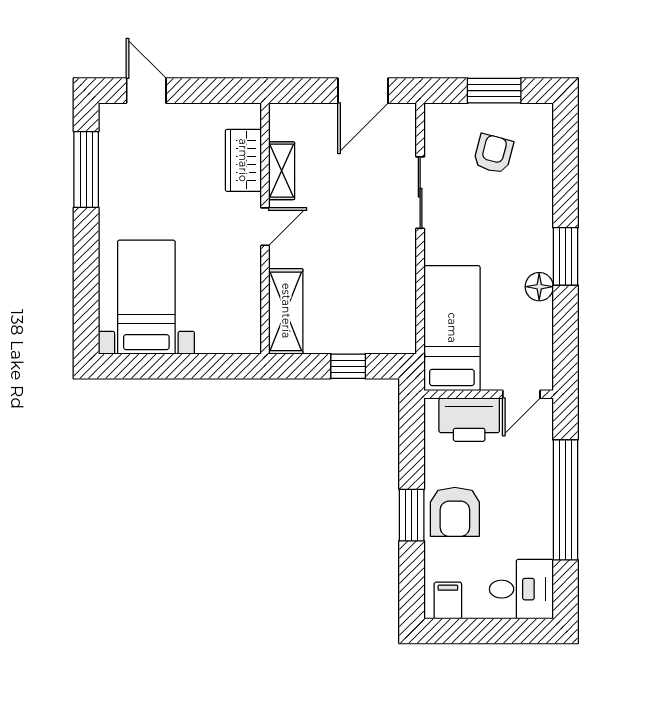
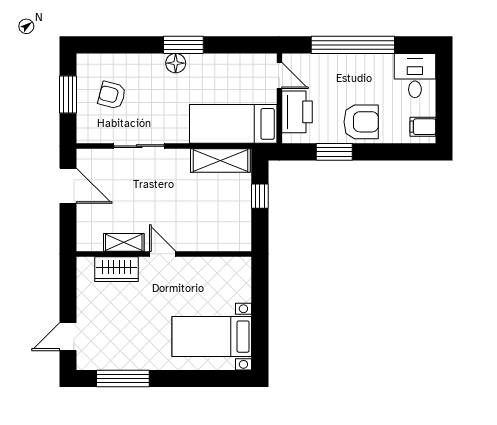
floor lamp: (539, 287) -> (176, 63), moved
shelving: (286, 311) -> (220, 160), moved
window: (412, 515) -> (334, 152), moved

